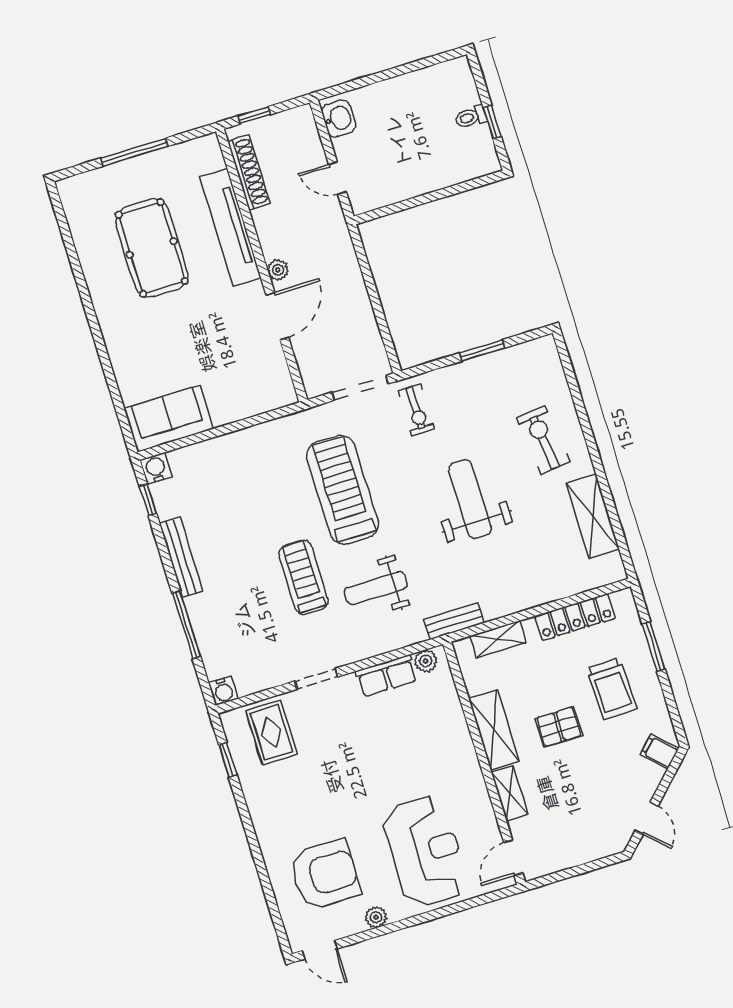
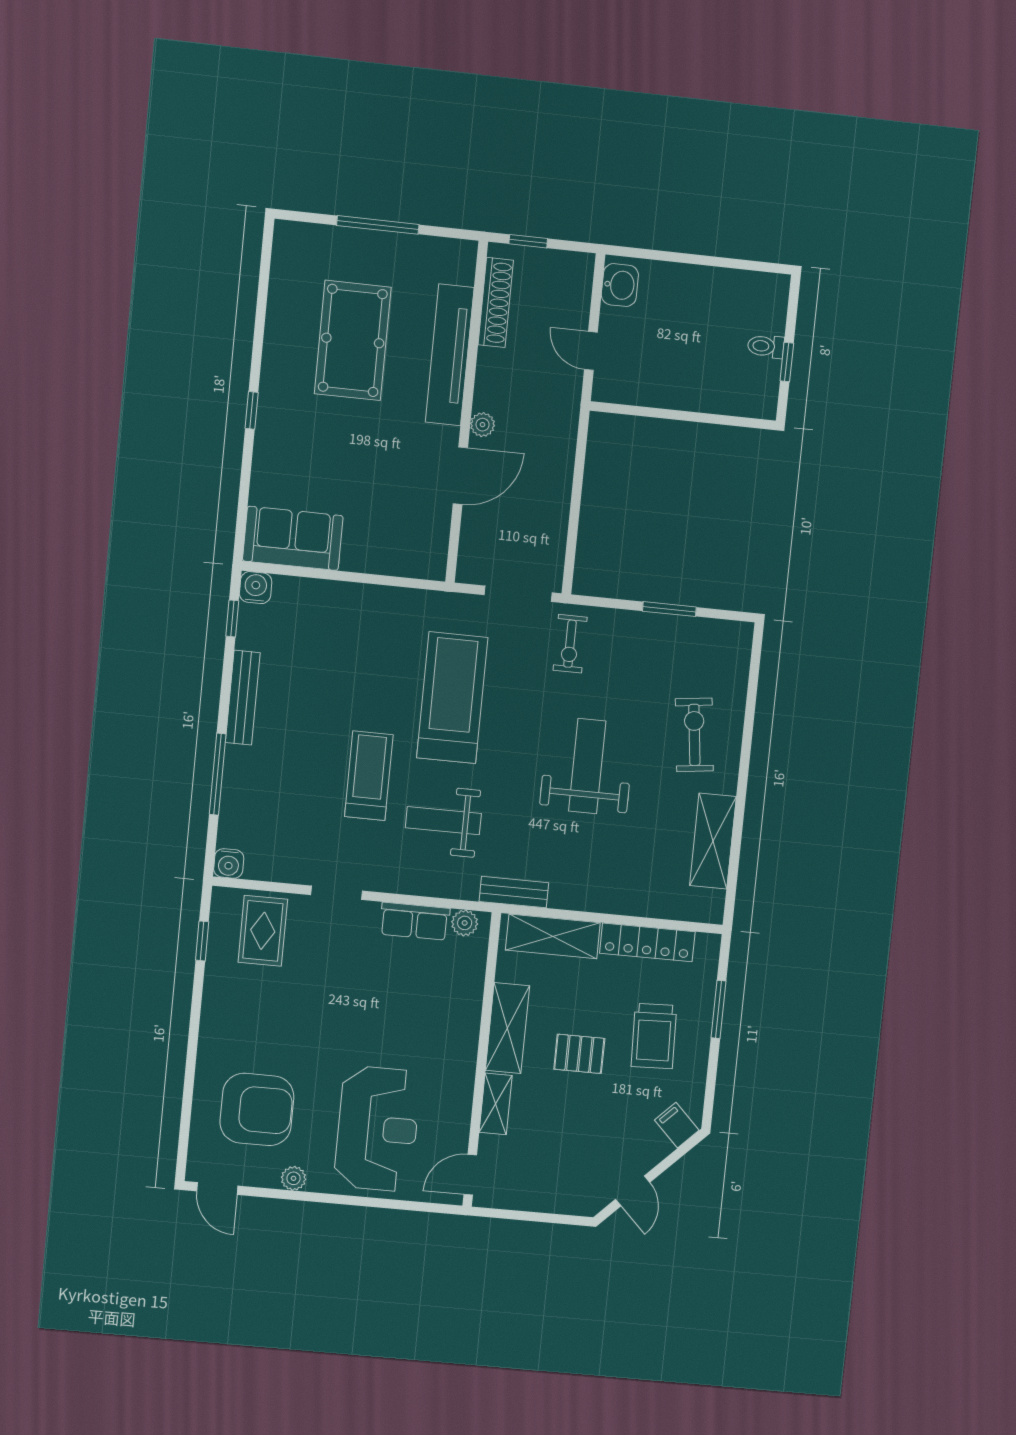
window: (97, 334) -> (252, 410), added
shelving: (498, 639) -> (553, 936), width x1.50, depth x1.33

